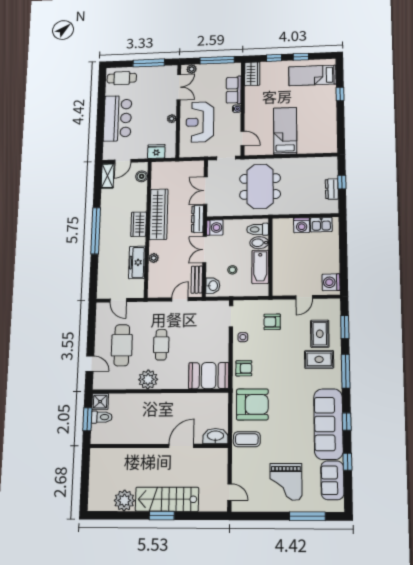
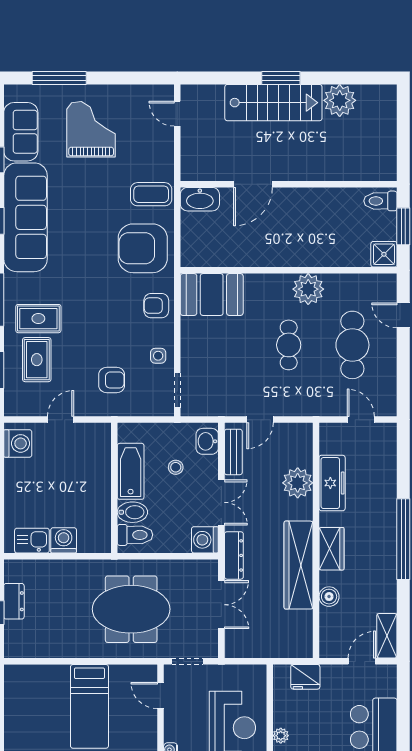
boiler: (142, 176) -> (329, 597), moved
meeting table: (260, 186) -> (131, 609), turned 90
plant: (154, 258) -> (298, 483), width x1.88, depth x1.88
toilet: (102, 417) -> (380, 201), moved

